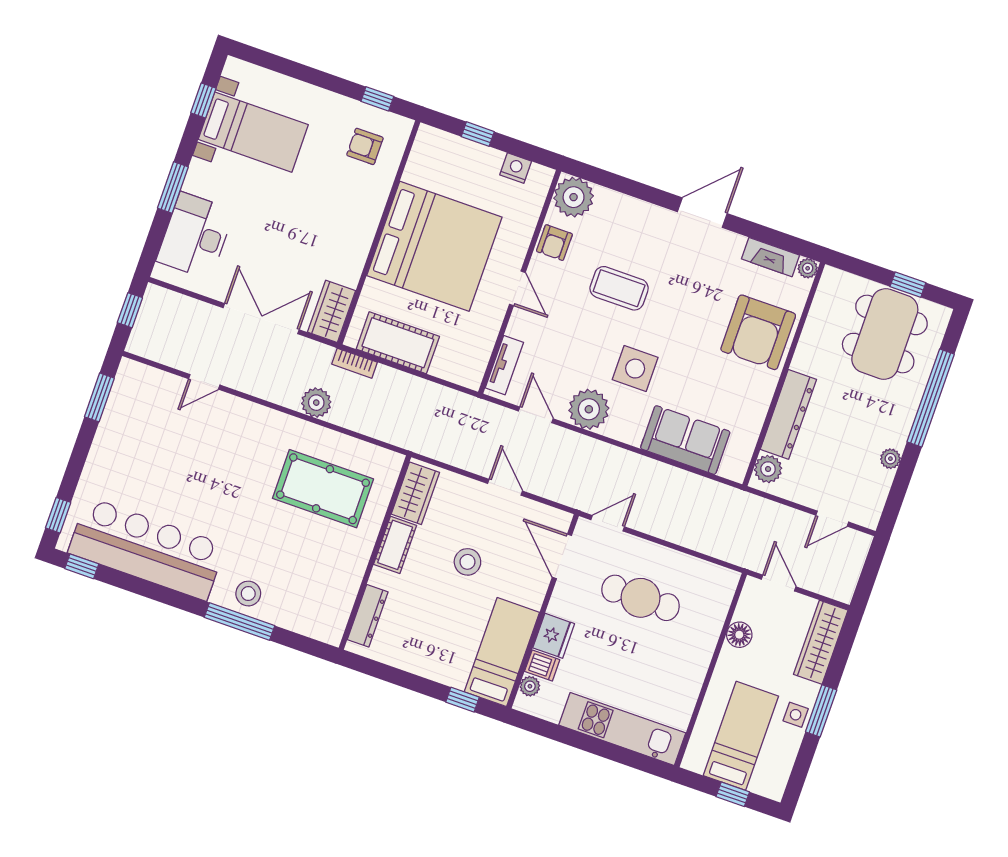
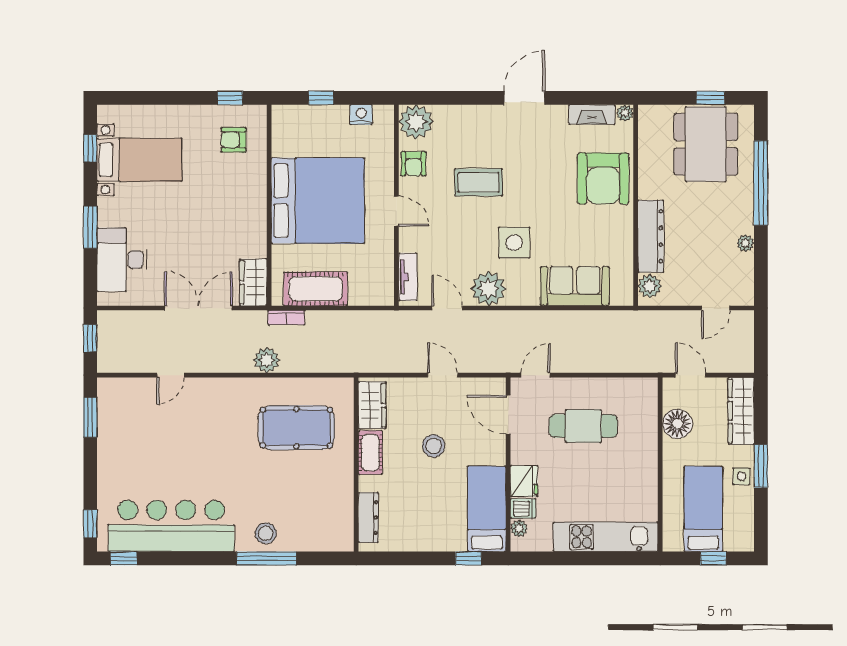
floor lamp: (739, 635) -> (677, 424), width x1.38, depth x1.38

